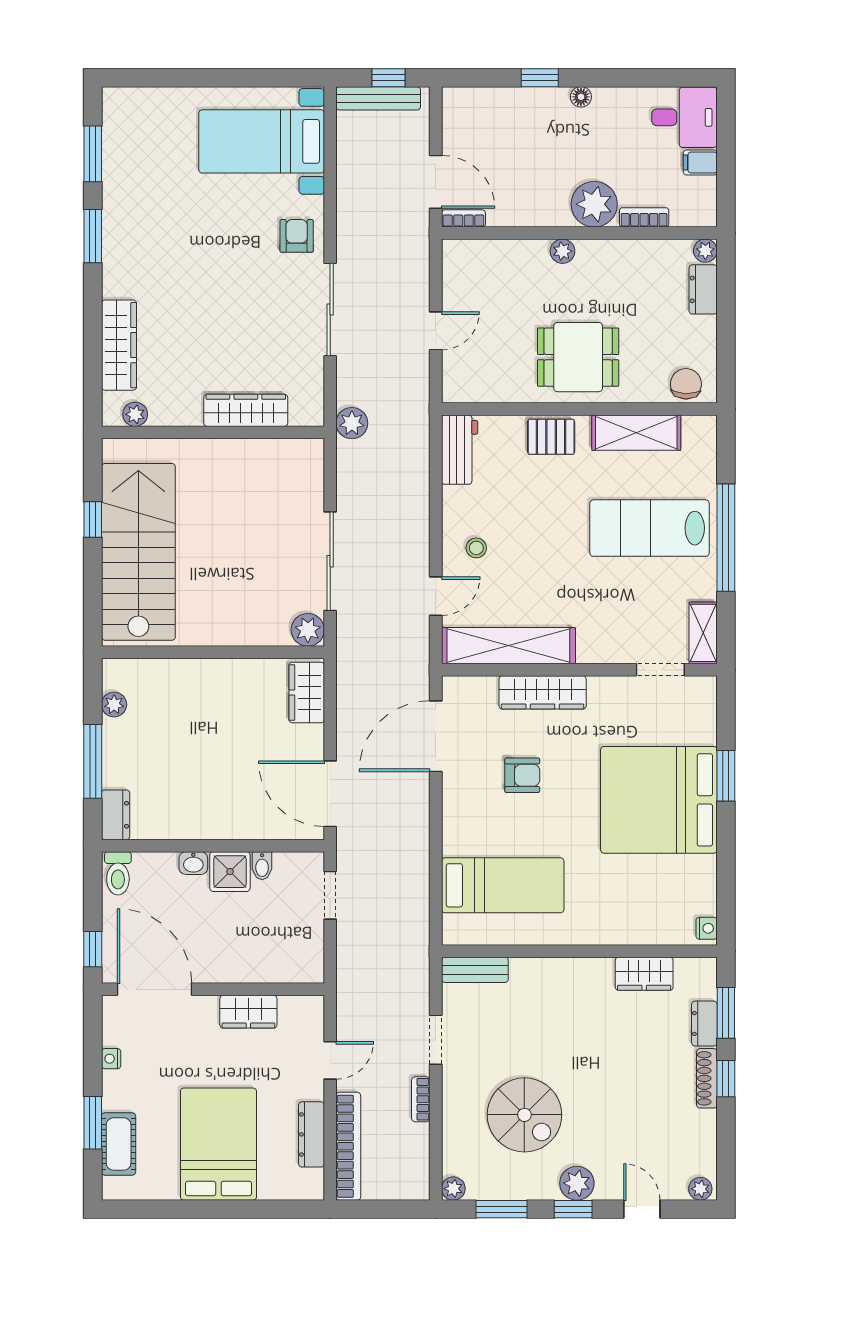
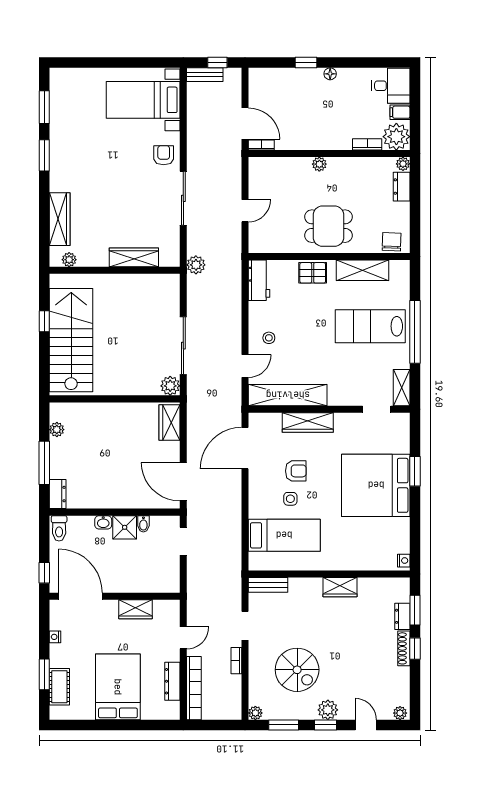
bench: (378, 98) -> (205, 75), width x0.73
plant: (594, 204) -> (396, 137), moved
side table: (513, 823) -> (290, 499), added
wardrobe: (644, 974) -> (340, 587), moved

